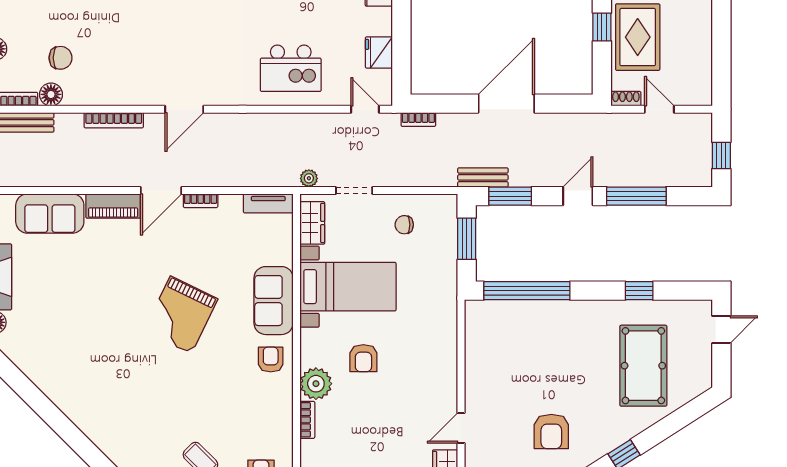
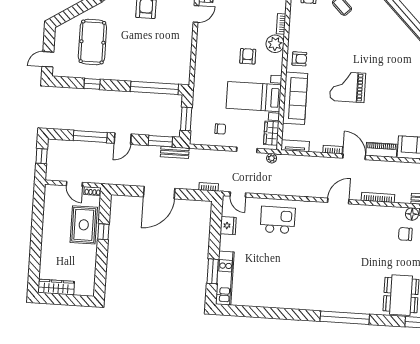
door: (161, 190) -> (354, 157), hinge flipped
sofa: (274, 301) -> (295, 98), width x1.36
grand piano: (181, 315) -> (348, 87), turned -116
armchair: (271, 360) -> (299, 59), turned -90

